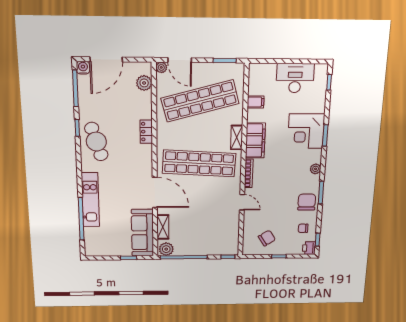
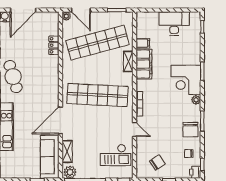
plant: (144, 83) -> (53, 28), removed
corner desk: (306, 131) -> (186, 80), moved
locker: (146, 132) -> (54, 45), moved
shelving: (237, 137) -> (128, 61), moved
filing cabinet: (255, 141) -> (144, 64), moved
door: (155, 192) -> (60, 120), swing flipped
chair: (307, 202) -> (190, 130), turned 180
checkout: (219, 230) -> (116, 155), added

